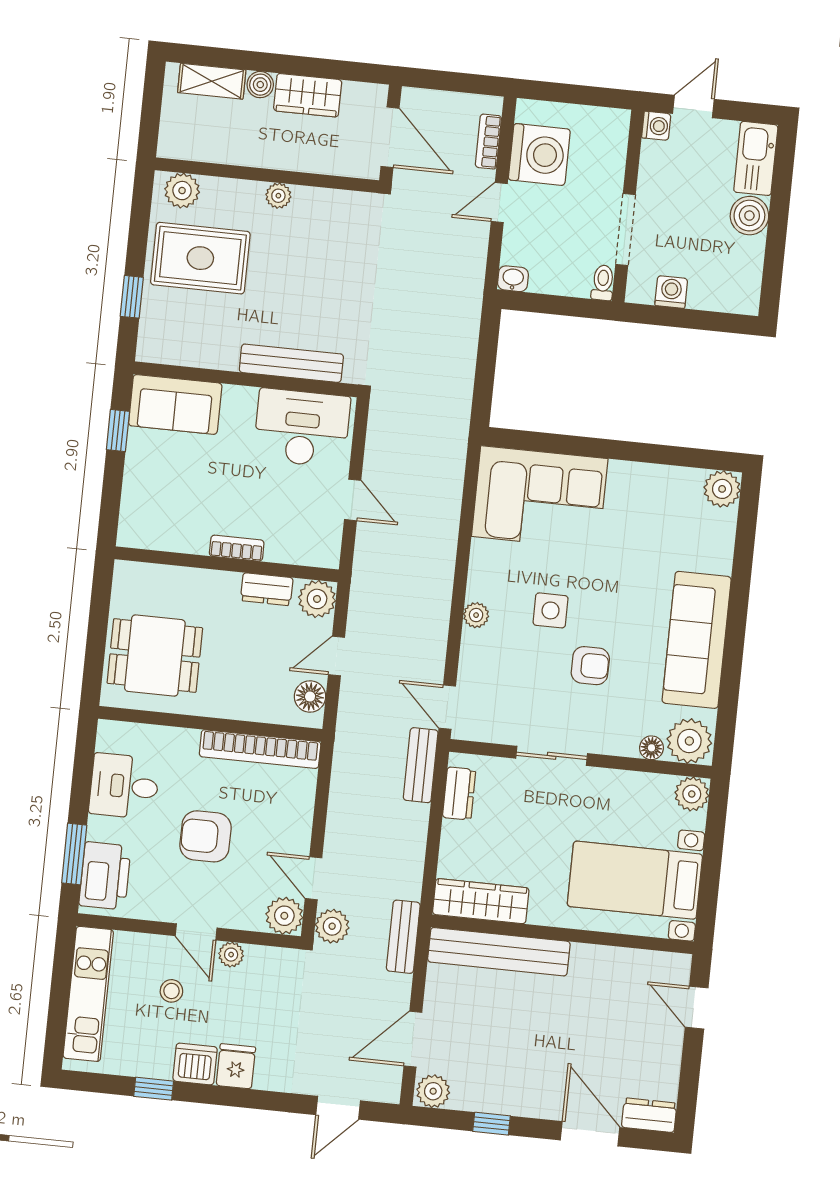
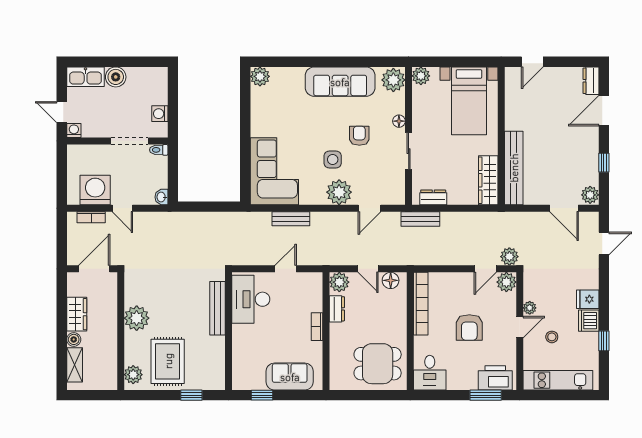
plant: (278, 196) -> (137, 318), width x1.88, depth x1.88
sofa: (175, 404) -> (290, 377), moved, turned -90
plant: (476, 615) -> (339, 192), width x1.88, depth x1.88
dining table: (155, 656) -> (378, 364), turned 90
door: (447, 707) -> (370, 208), moved
floor lamp: (651, 748) -> (399, 121), moved
desk: (124, 786) -> (430, 373), moved
bench: (403, 937) -> (291, 219), moved
door: (338, 1108) -> (604, 244), hinge flipped

